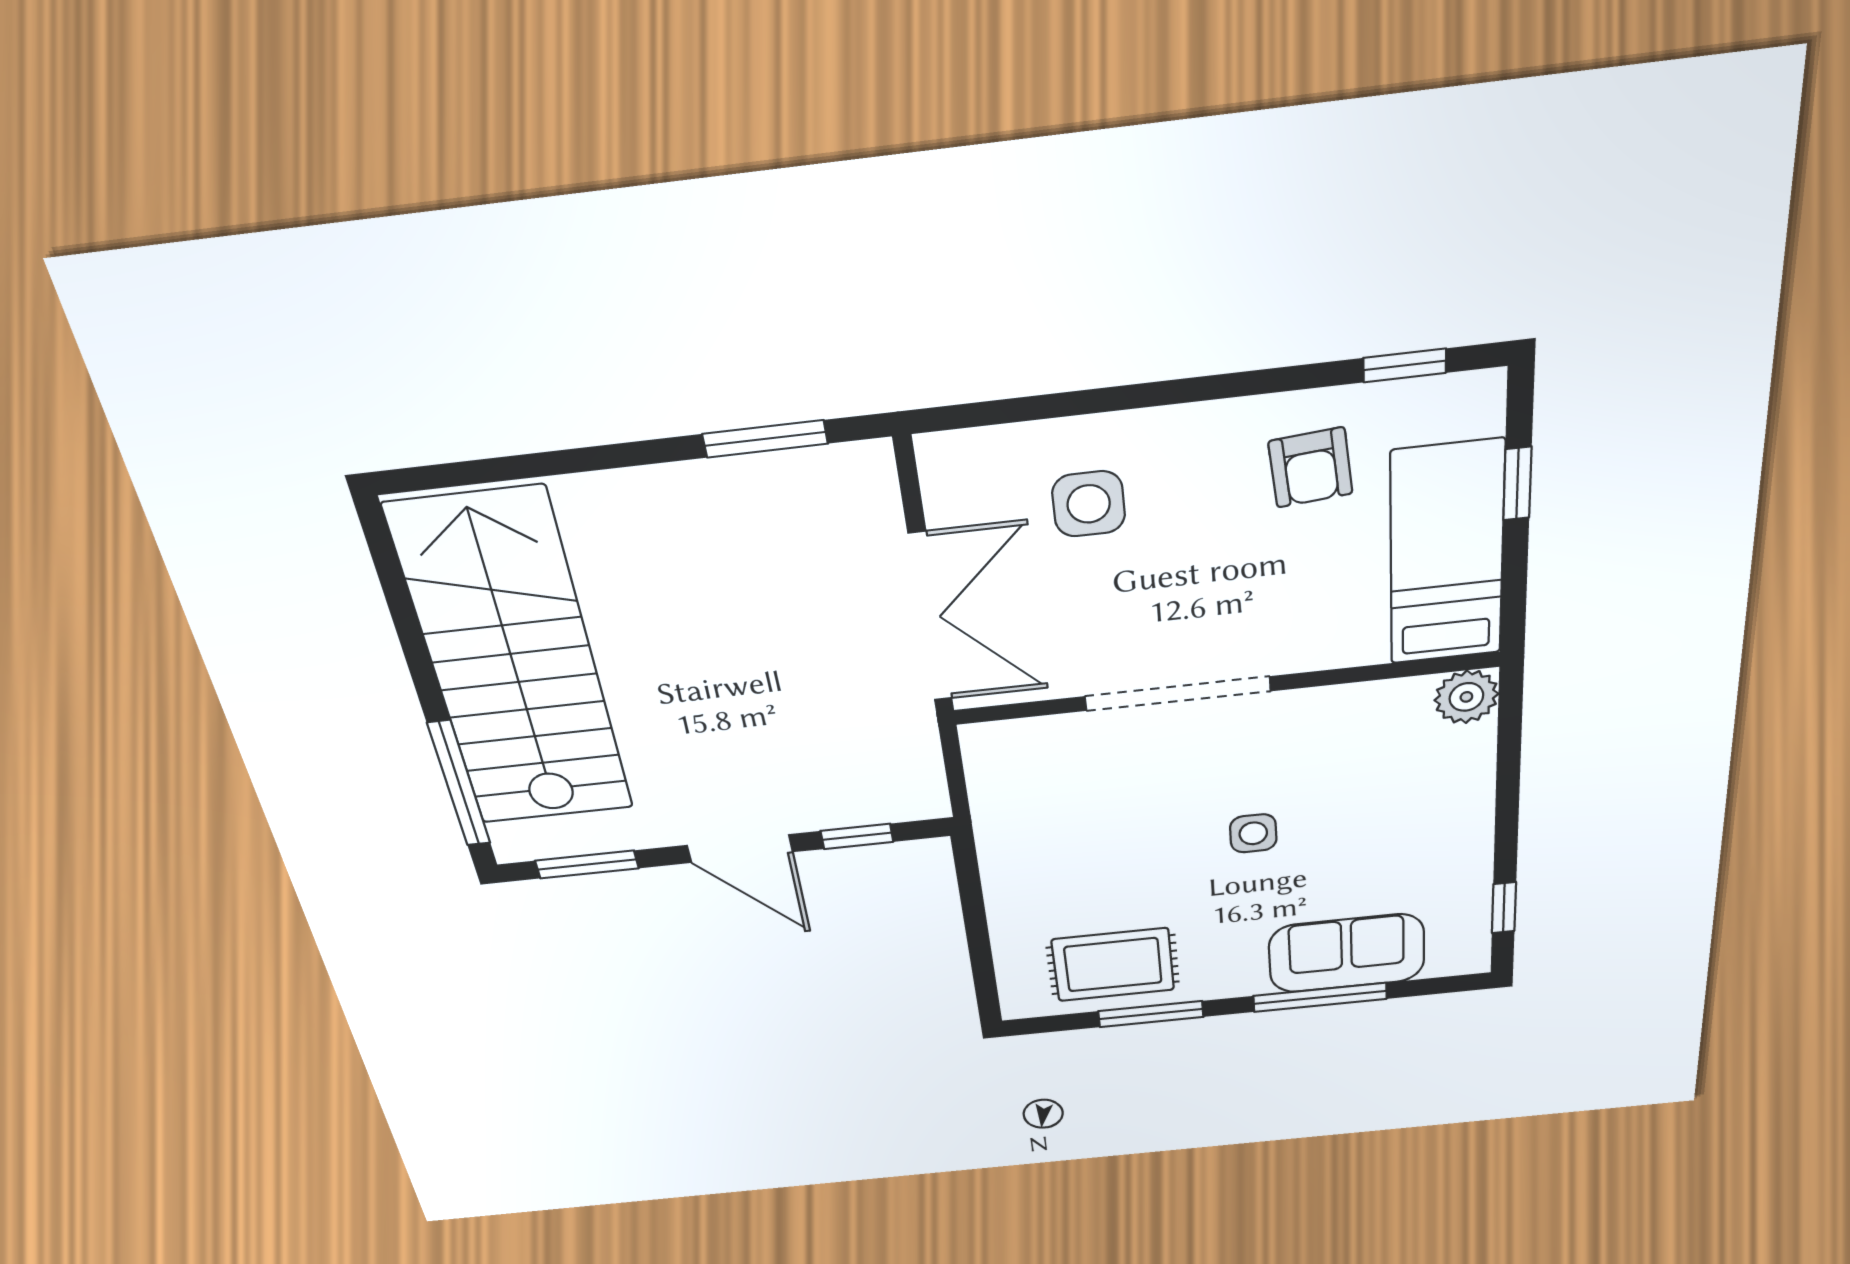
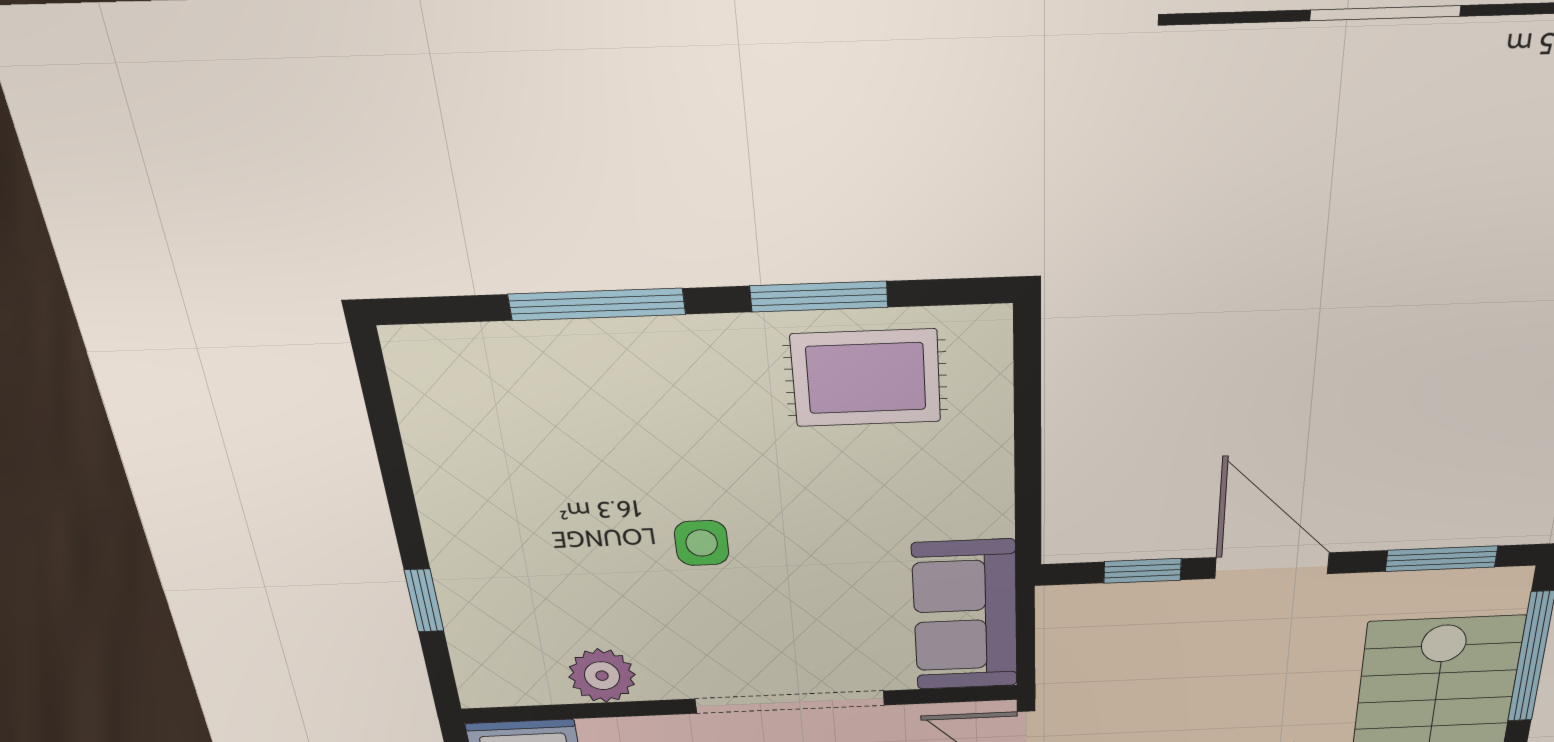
plant: (1466, 697) -> (602, 676), moved
window: (1504, 908) -> (424, 601), moved
sofa: (1347, 953) -> (965, 616), moved, turned 90

